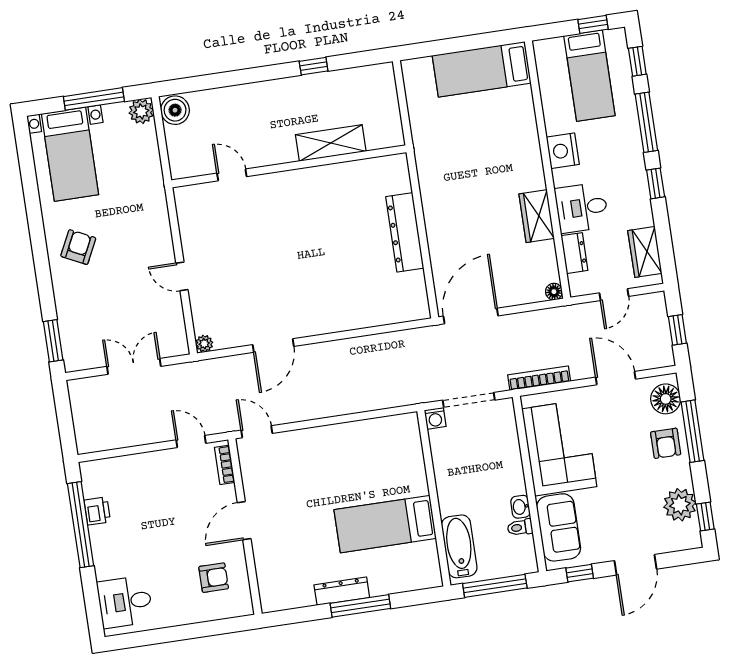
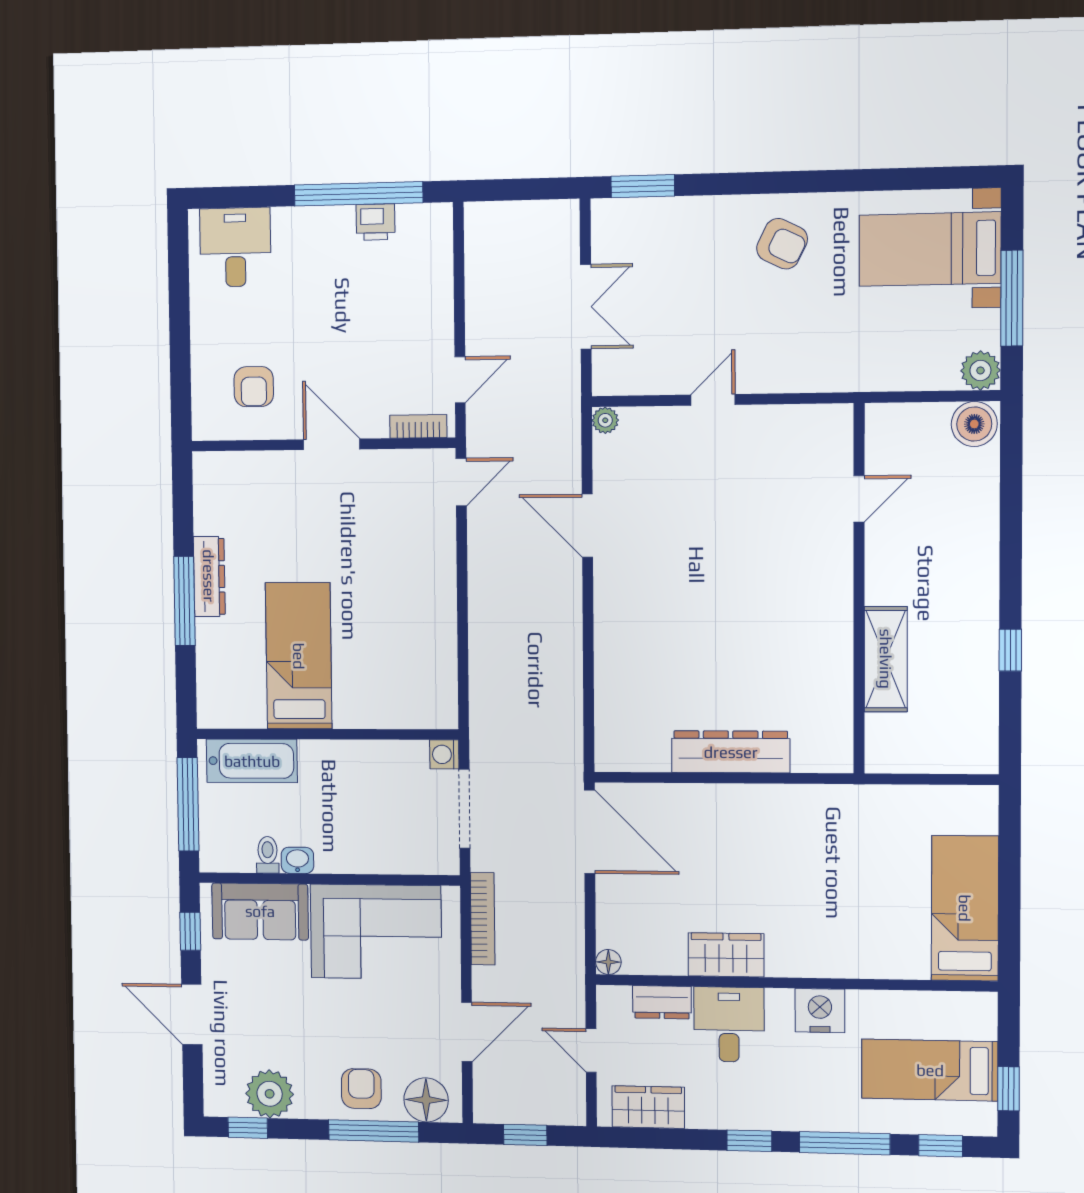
armchair: (666, 443) -> (361, 1089), turned 90

